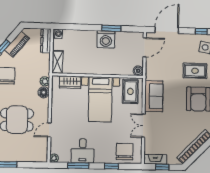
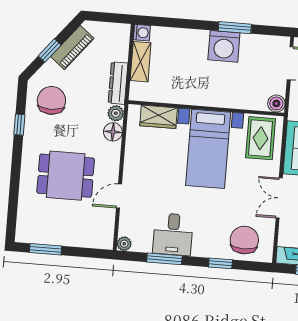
dresser: (46, 41) -> (118, 83), moved
shelving: (57, 62) -> (141, 62), moved

